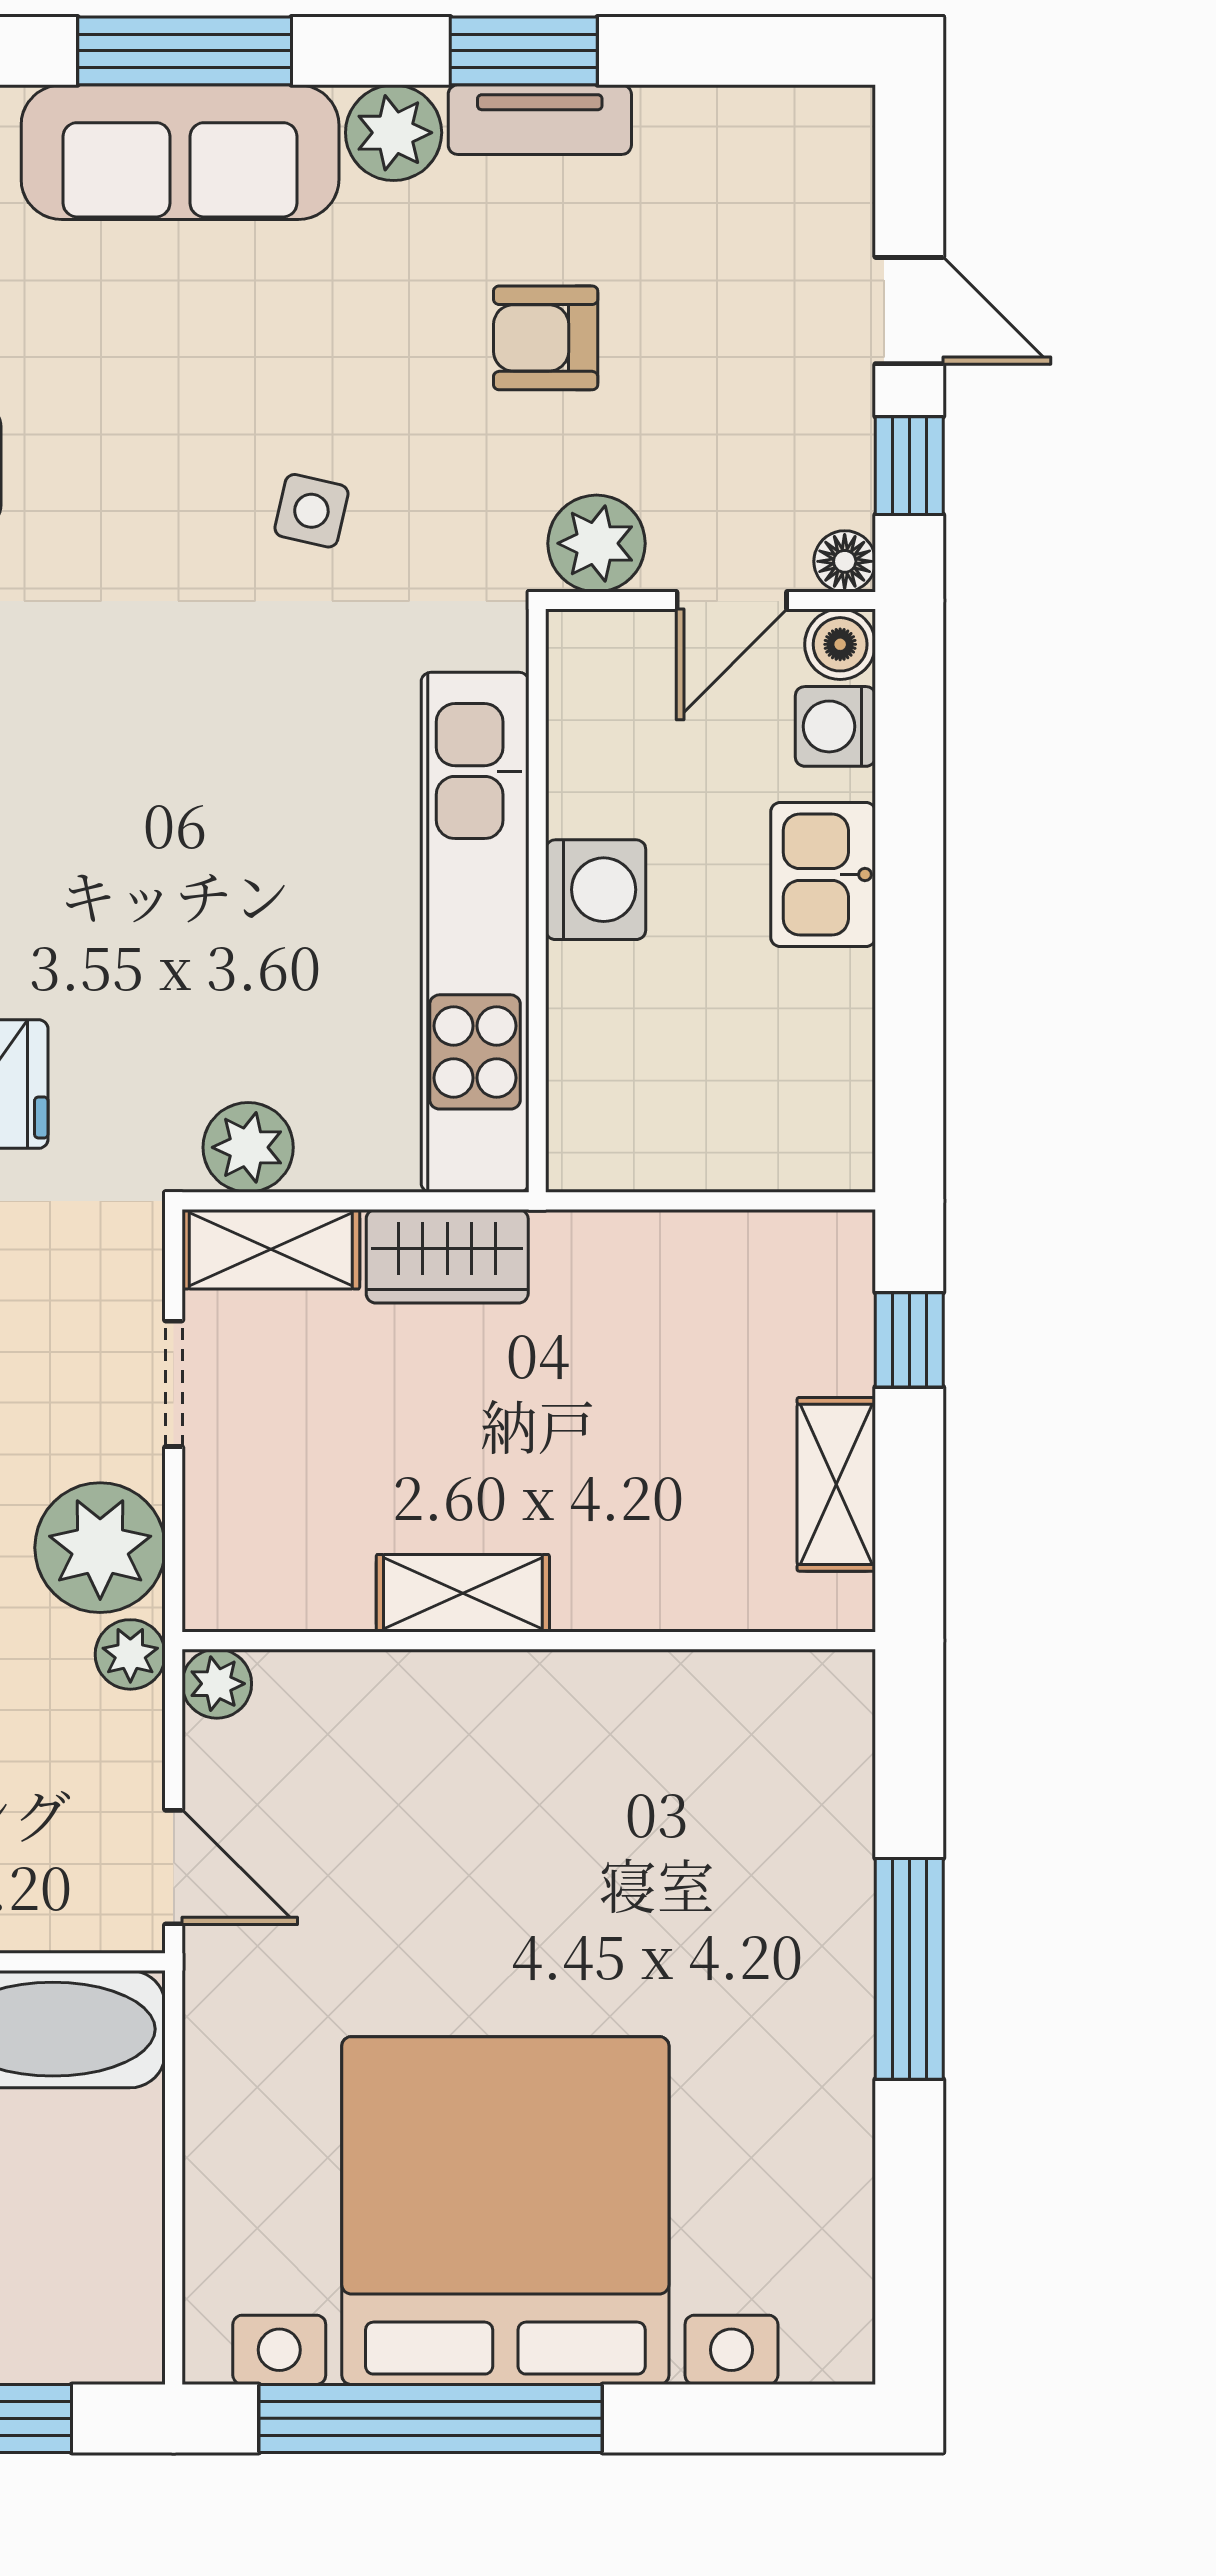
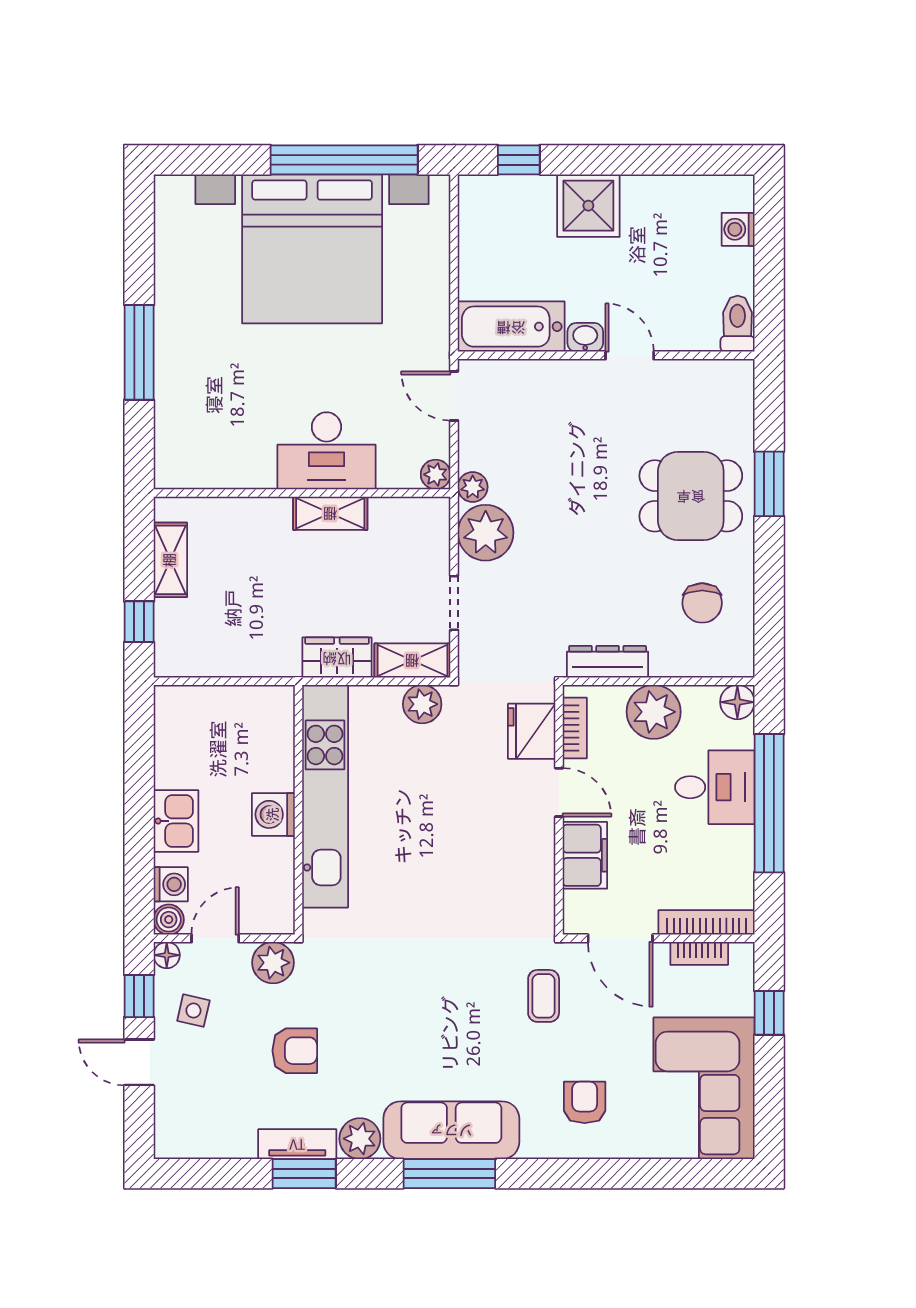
side table: (311, 511) -> (193, 1011), moved
desk: (472, 1739) -> (326, 451), added

